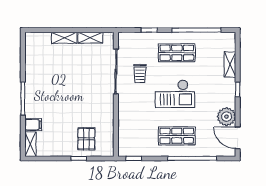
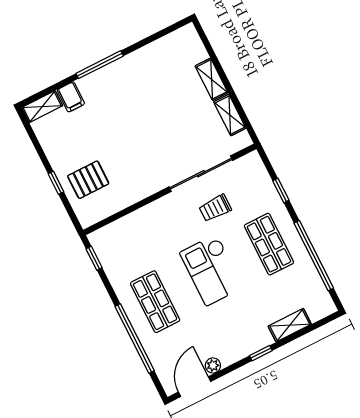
plant: (227, 117) -> (213, 365), width x0.53, depth x0.53

